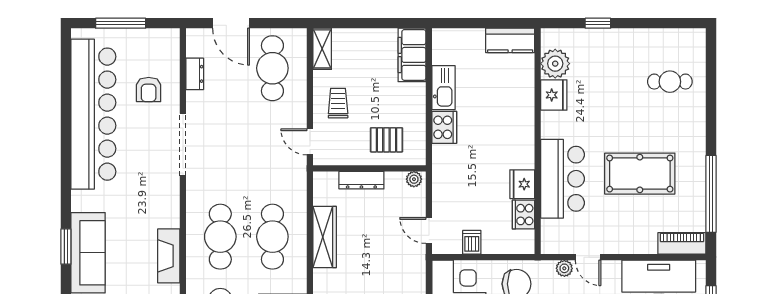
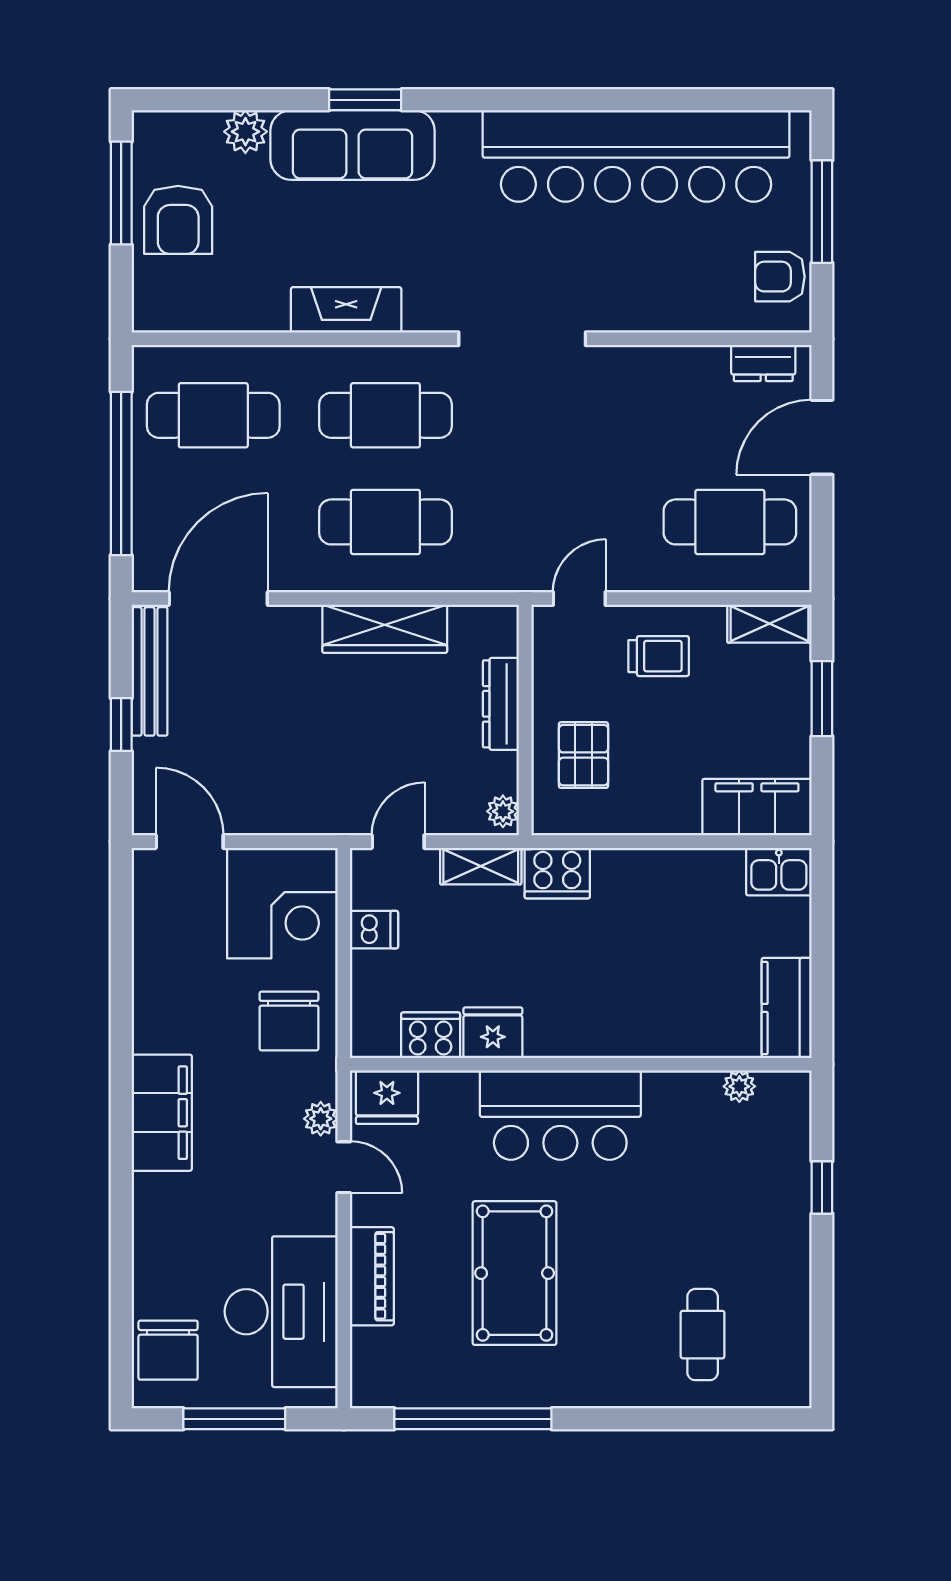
window: (359, 23) -> (822, 699), added
plant: (555, 64) -> (739, 1086), width x0.53, depth x0.53
dresser: (195, 74) -> (763, 363), moved
kitchen sink: (443, 88) -> (779, 872), moved, width x0.73
armchair: (149, 90) -> (780, 277), moved
fridge: (554, 95) -> (387, 1097), moved
cooker: (444, 127) -> (557, 873), moved
doorway: (183, 145) -> (522, 339), moved
bar counter: (563, 179) -> (560, 1115), moved
shelving: (441, 190) -> (481, 866), added
piano: (682, 243) -> (372, 1276), moved
door: (588, 257) -> (344, 1167), swing flipped

